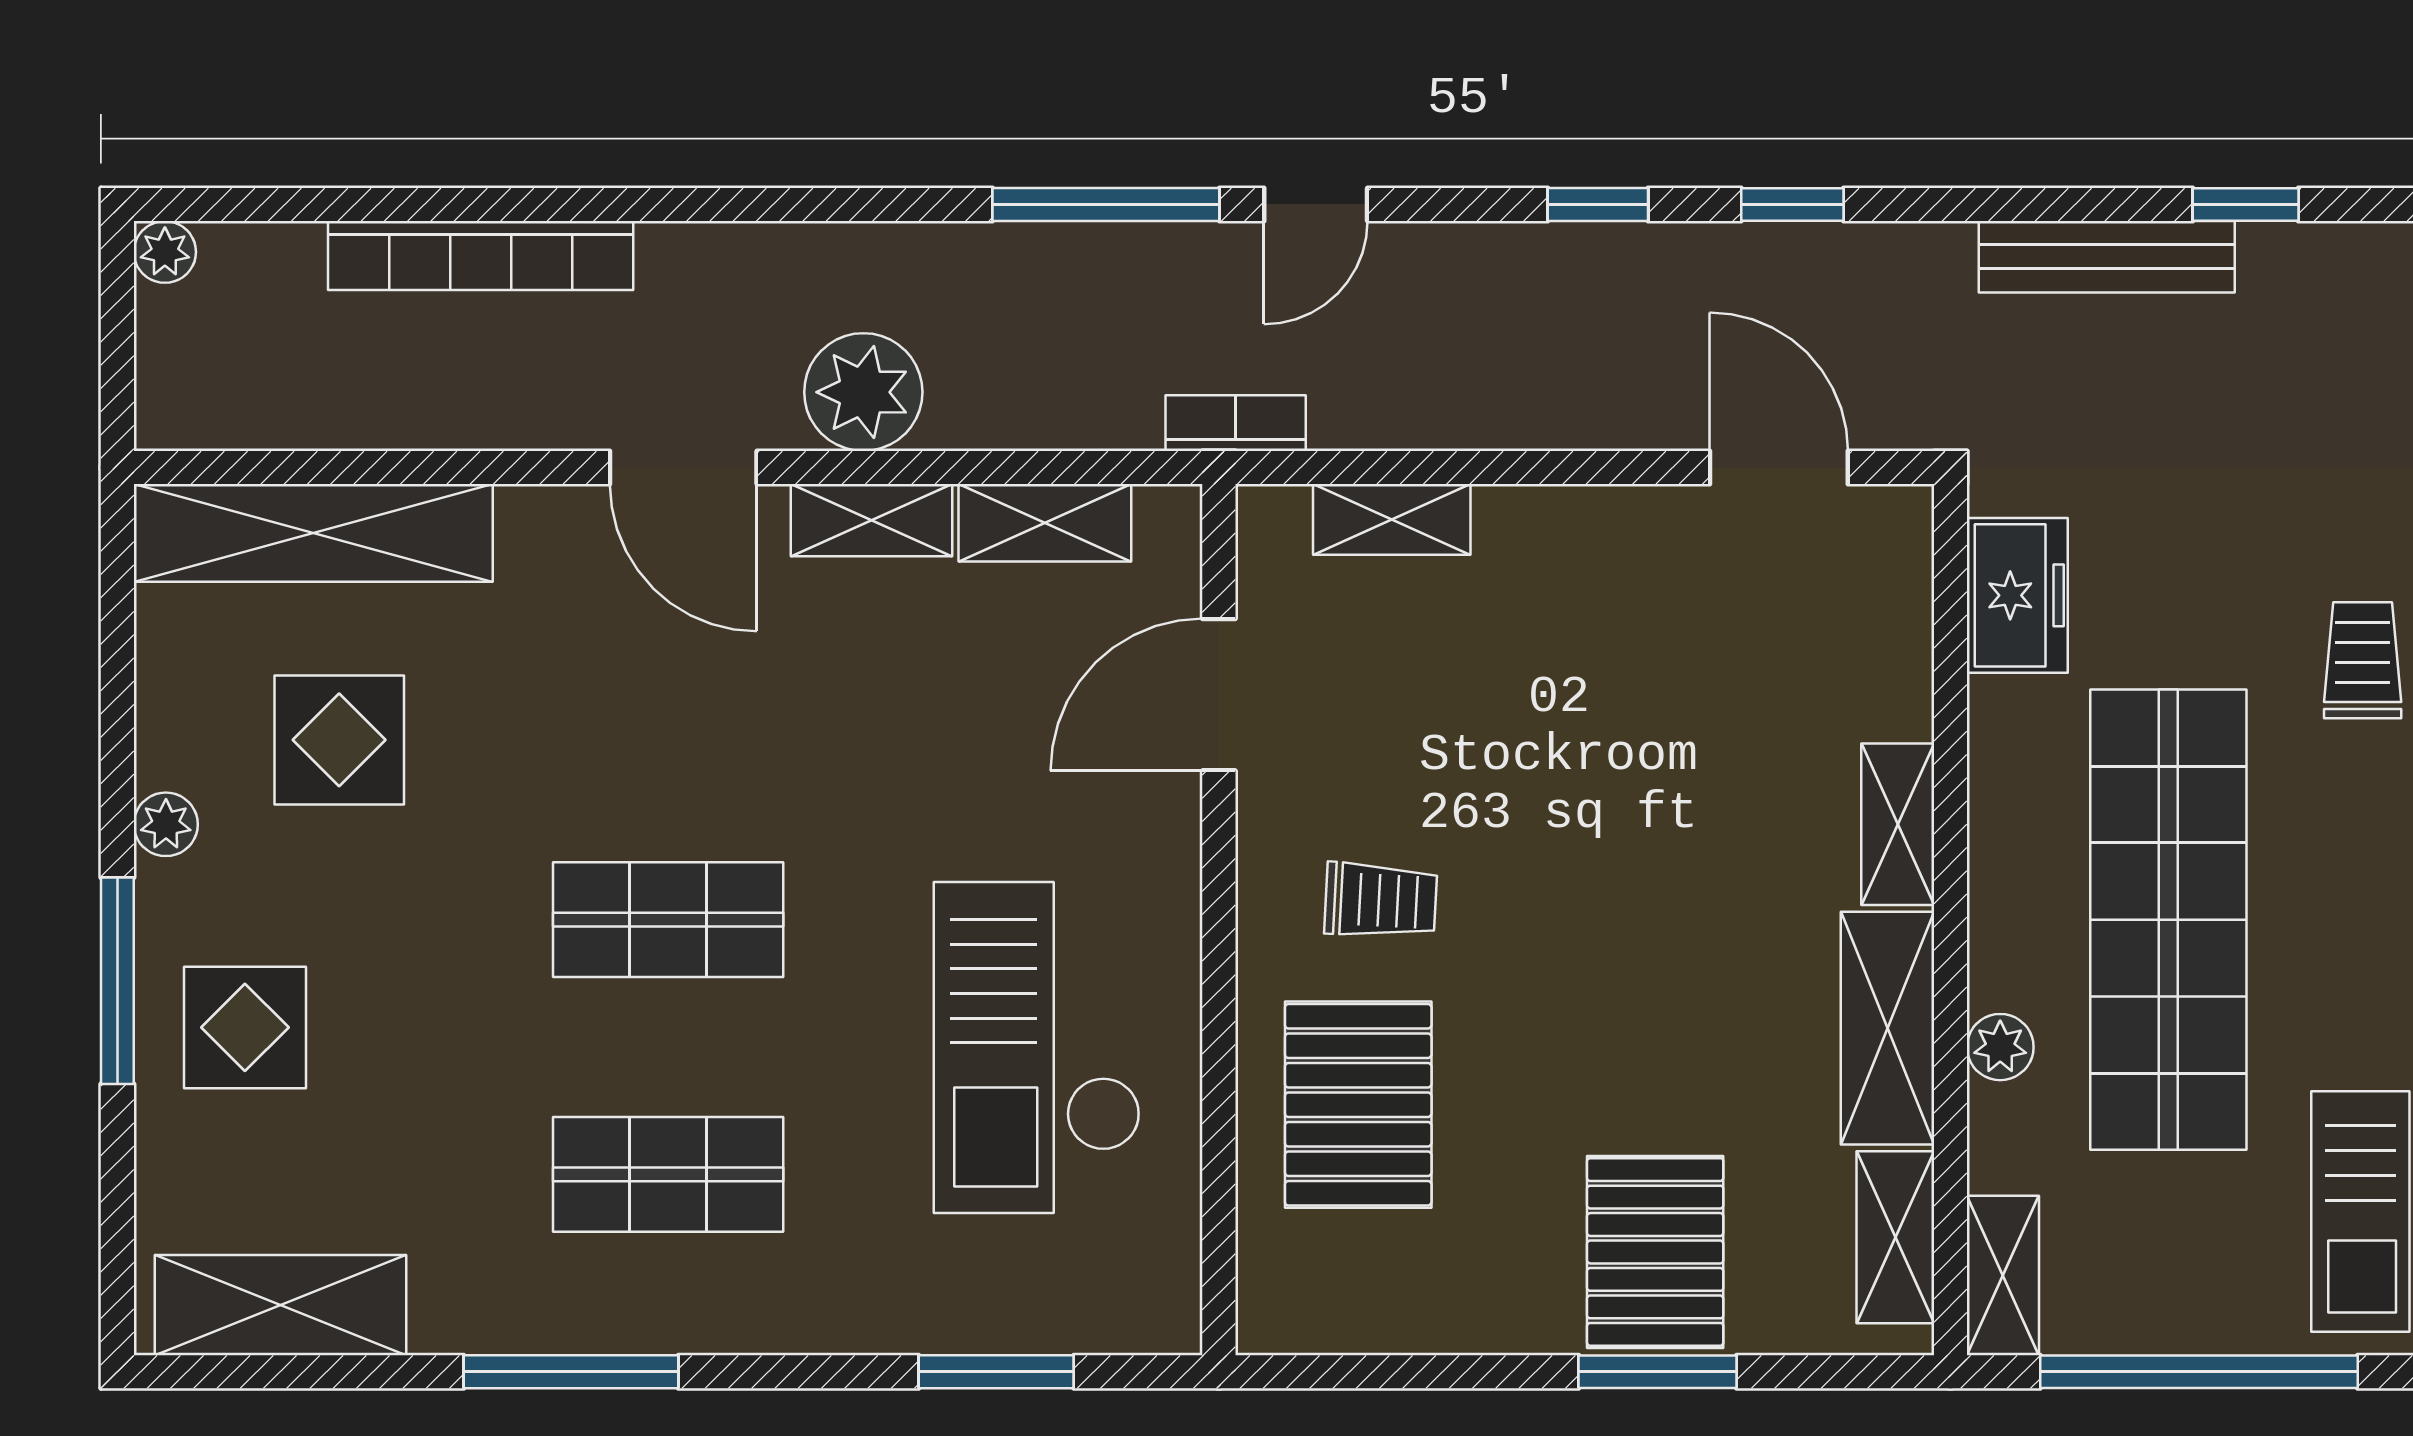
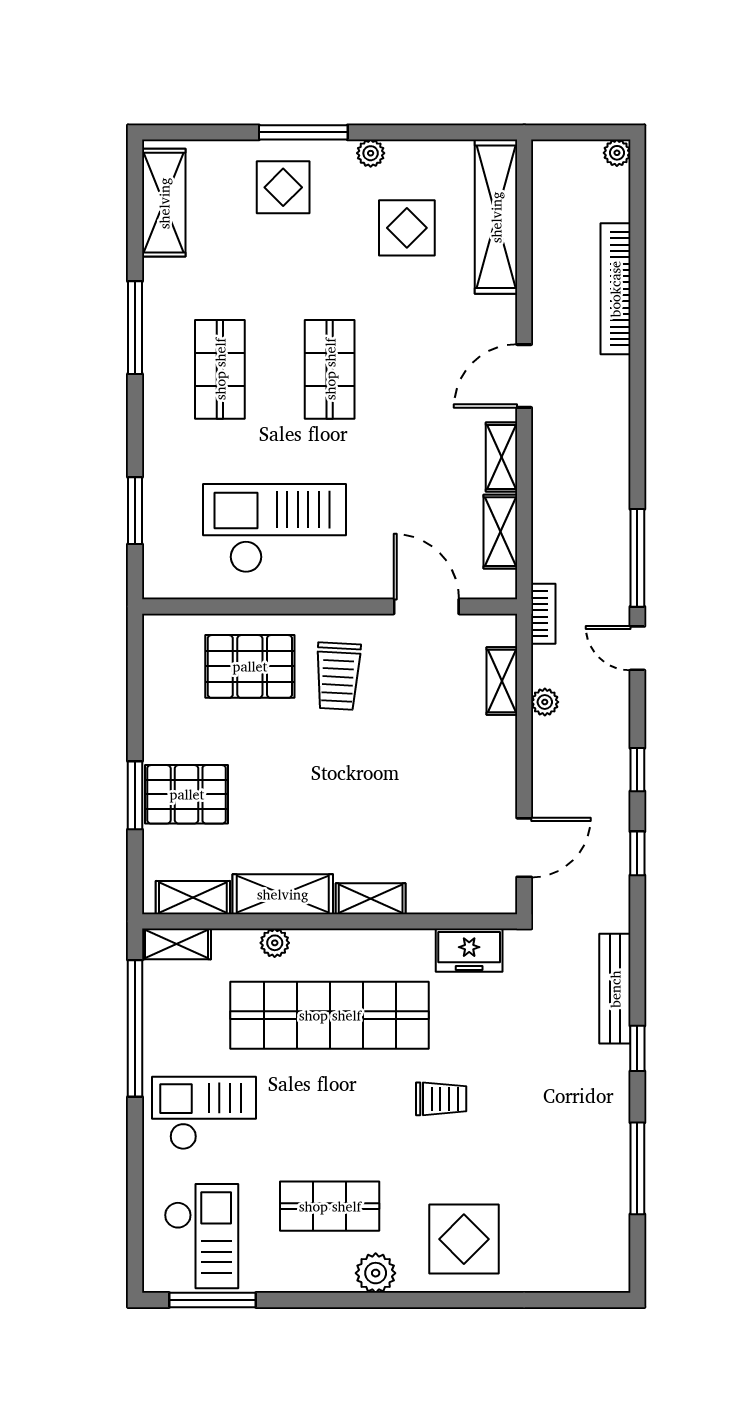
plant: (863, 392) -> (545, 702), moved, width x0.53, depth x0.53
trolley: (1381, 900) -> (338, 676), width x1.36, depth x1.39

